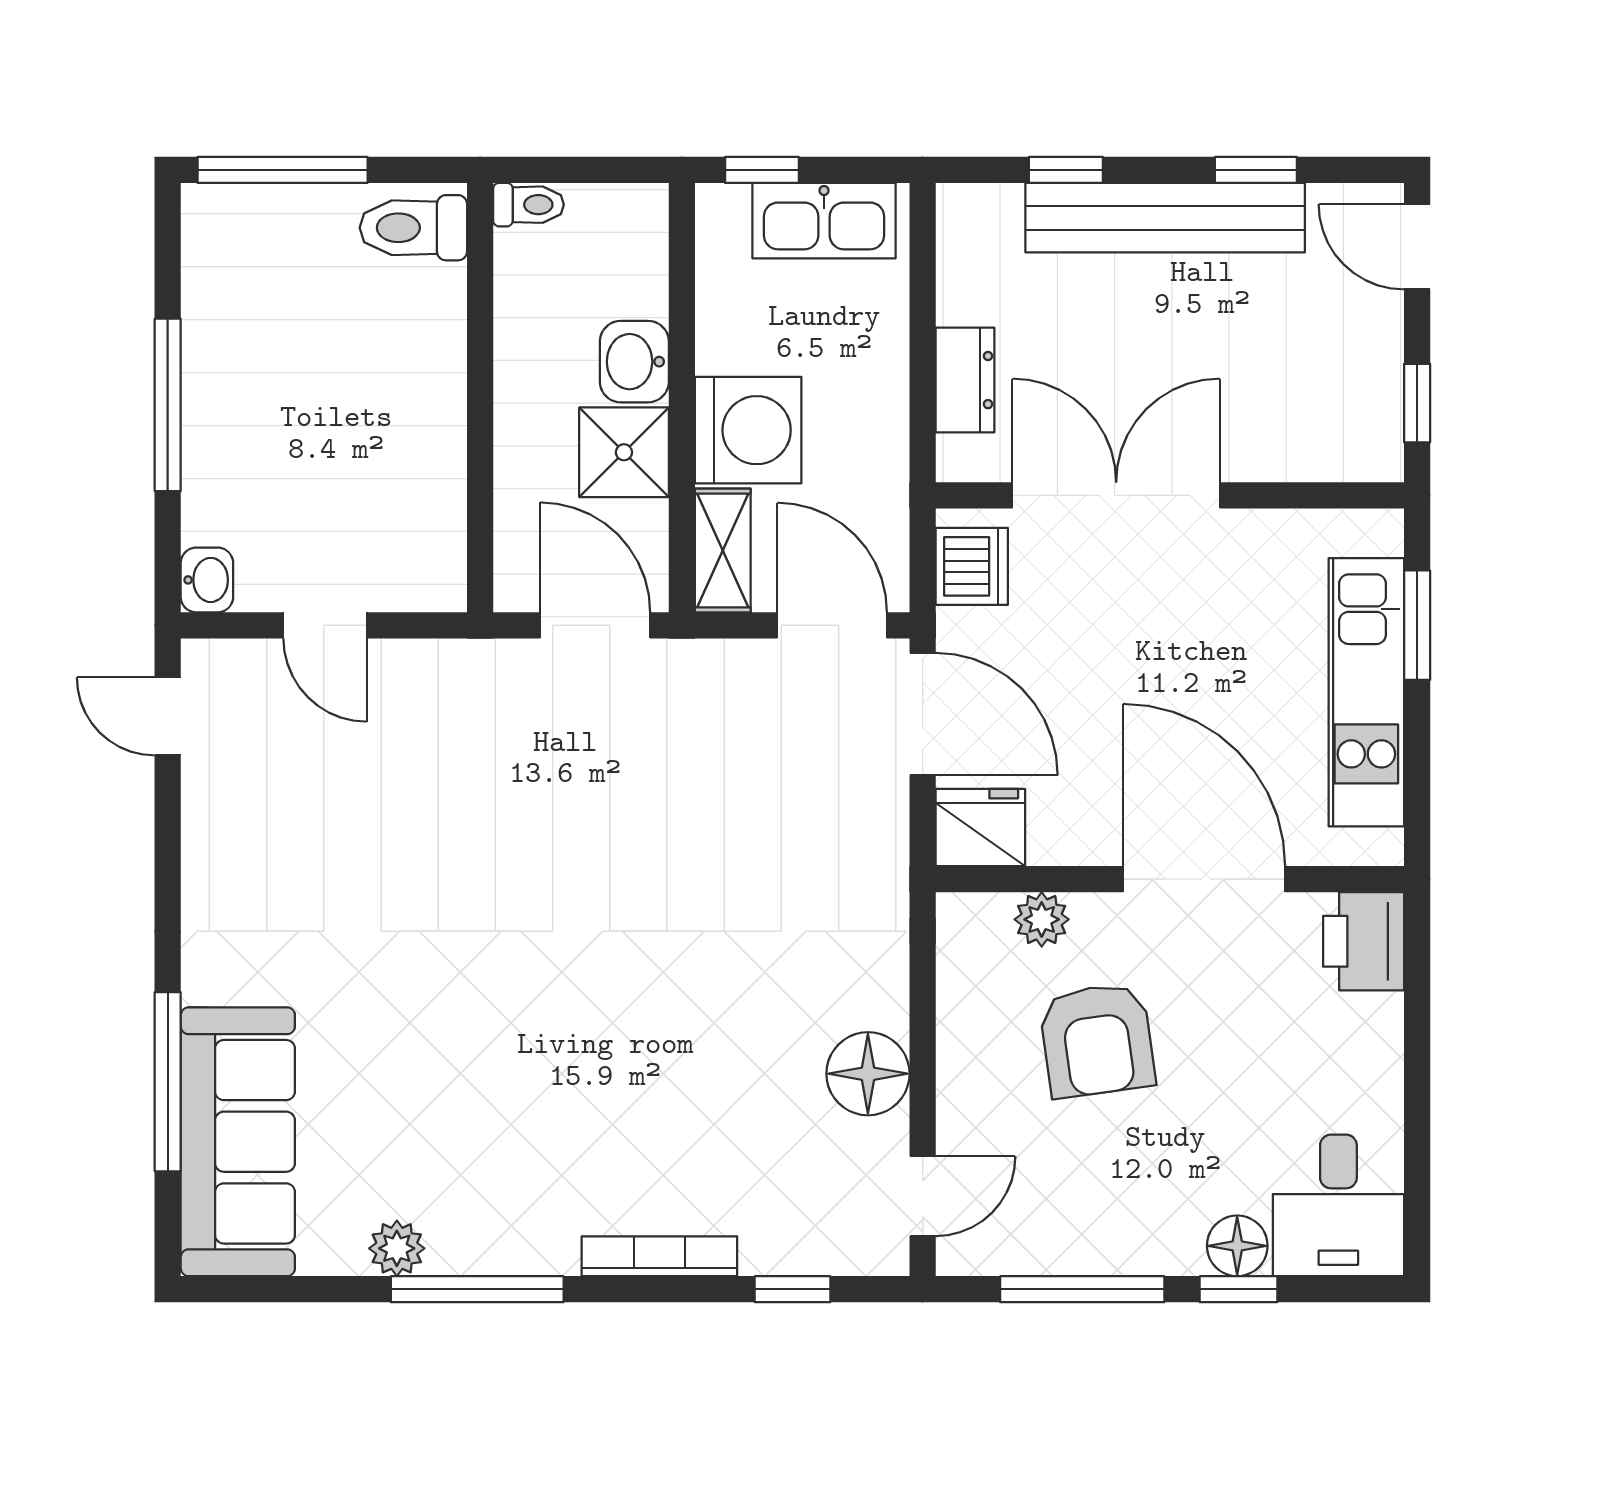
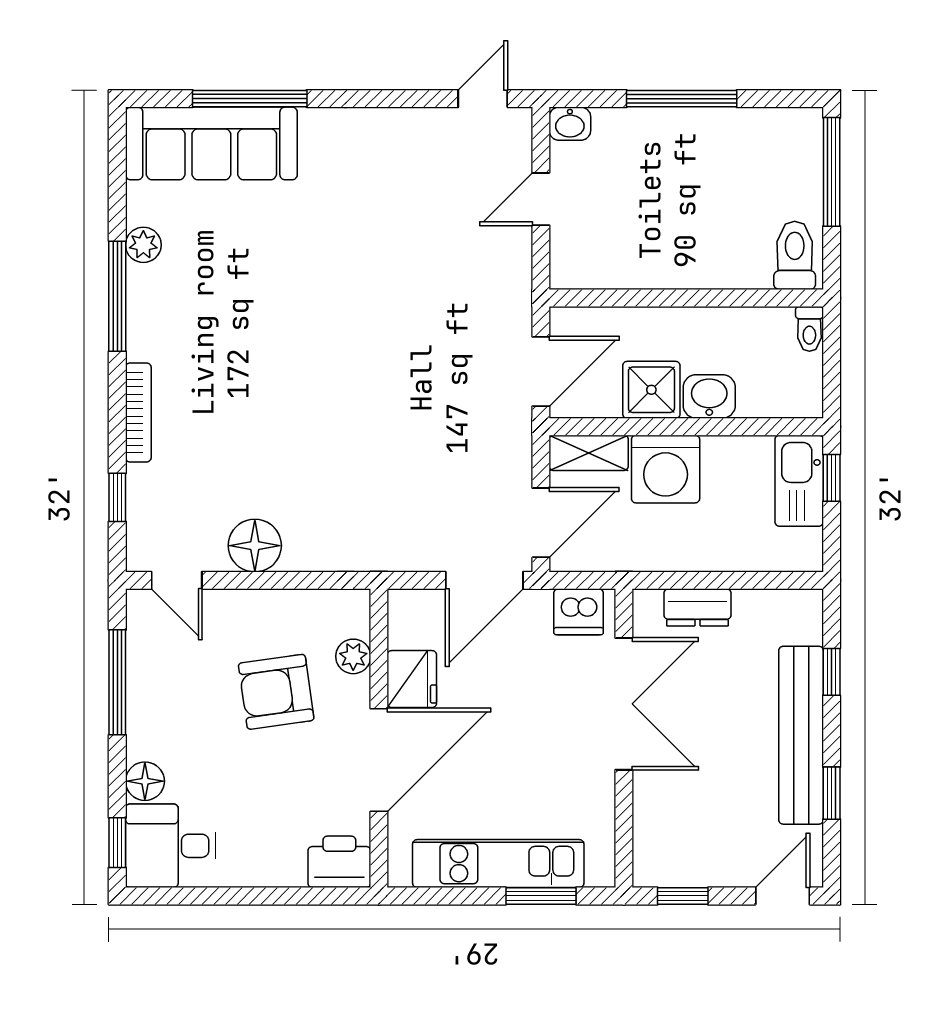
kitchen sink: (824, 221) -> (799, 481), moved
fridge: (980, 828) -> (412, 679), moved
window: (1239, 1289) -> (117, 843), moved

